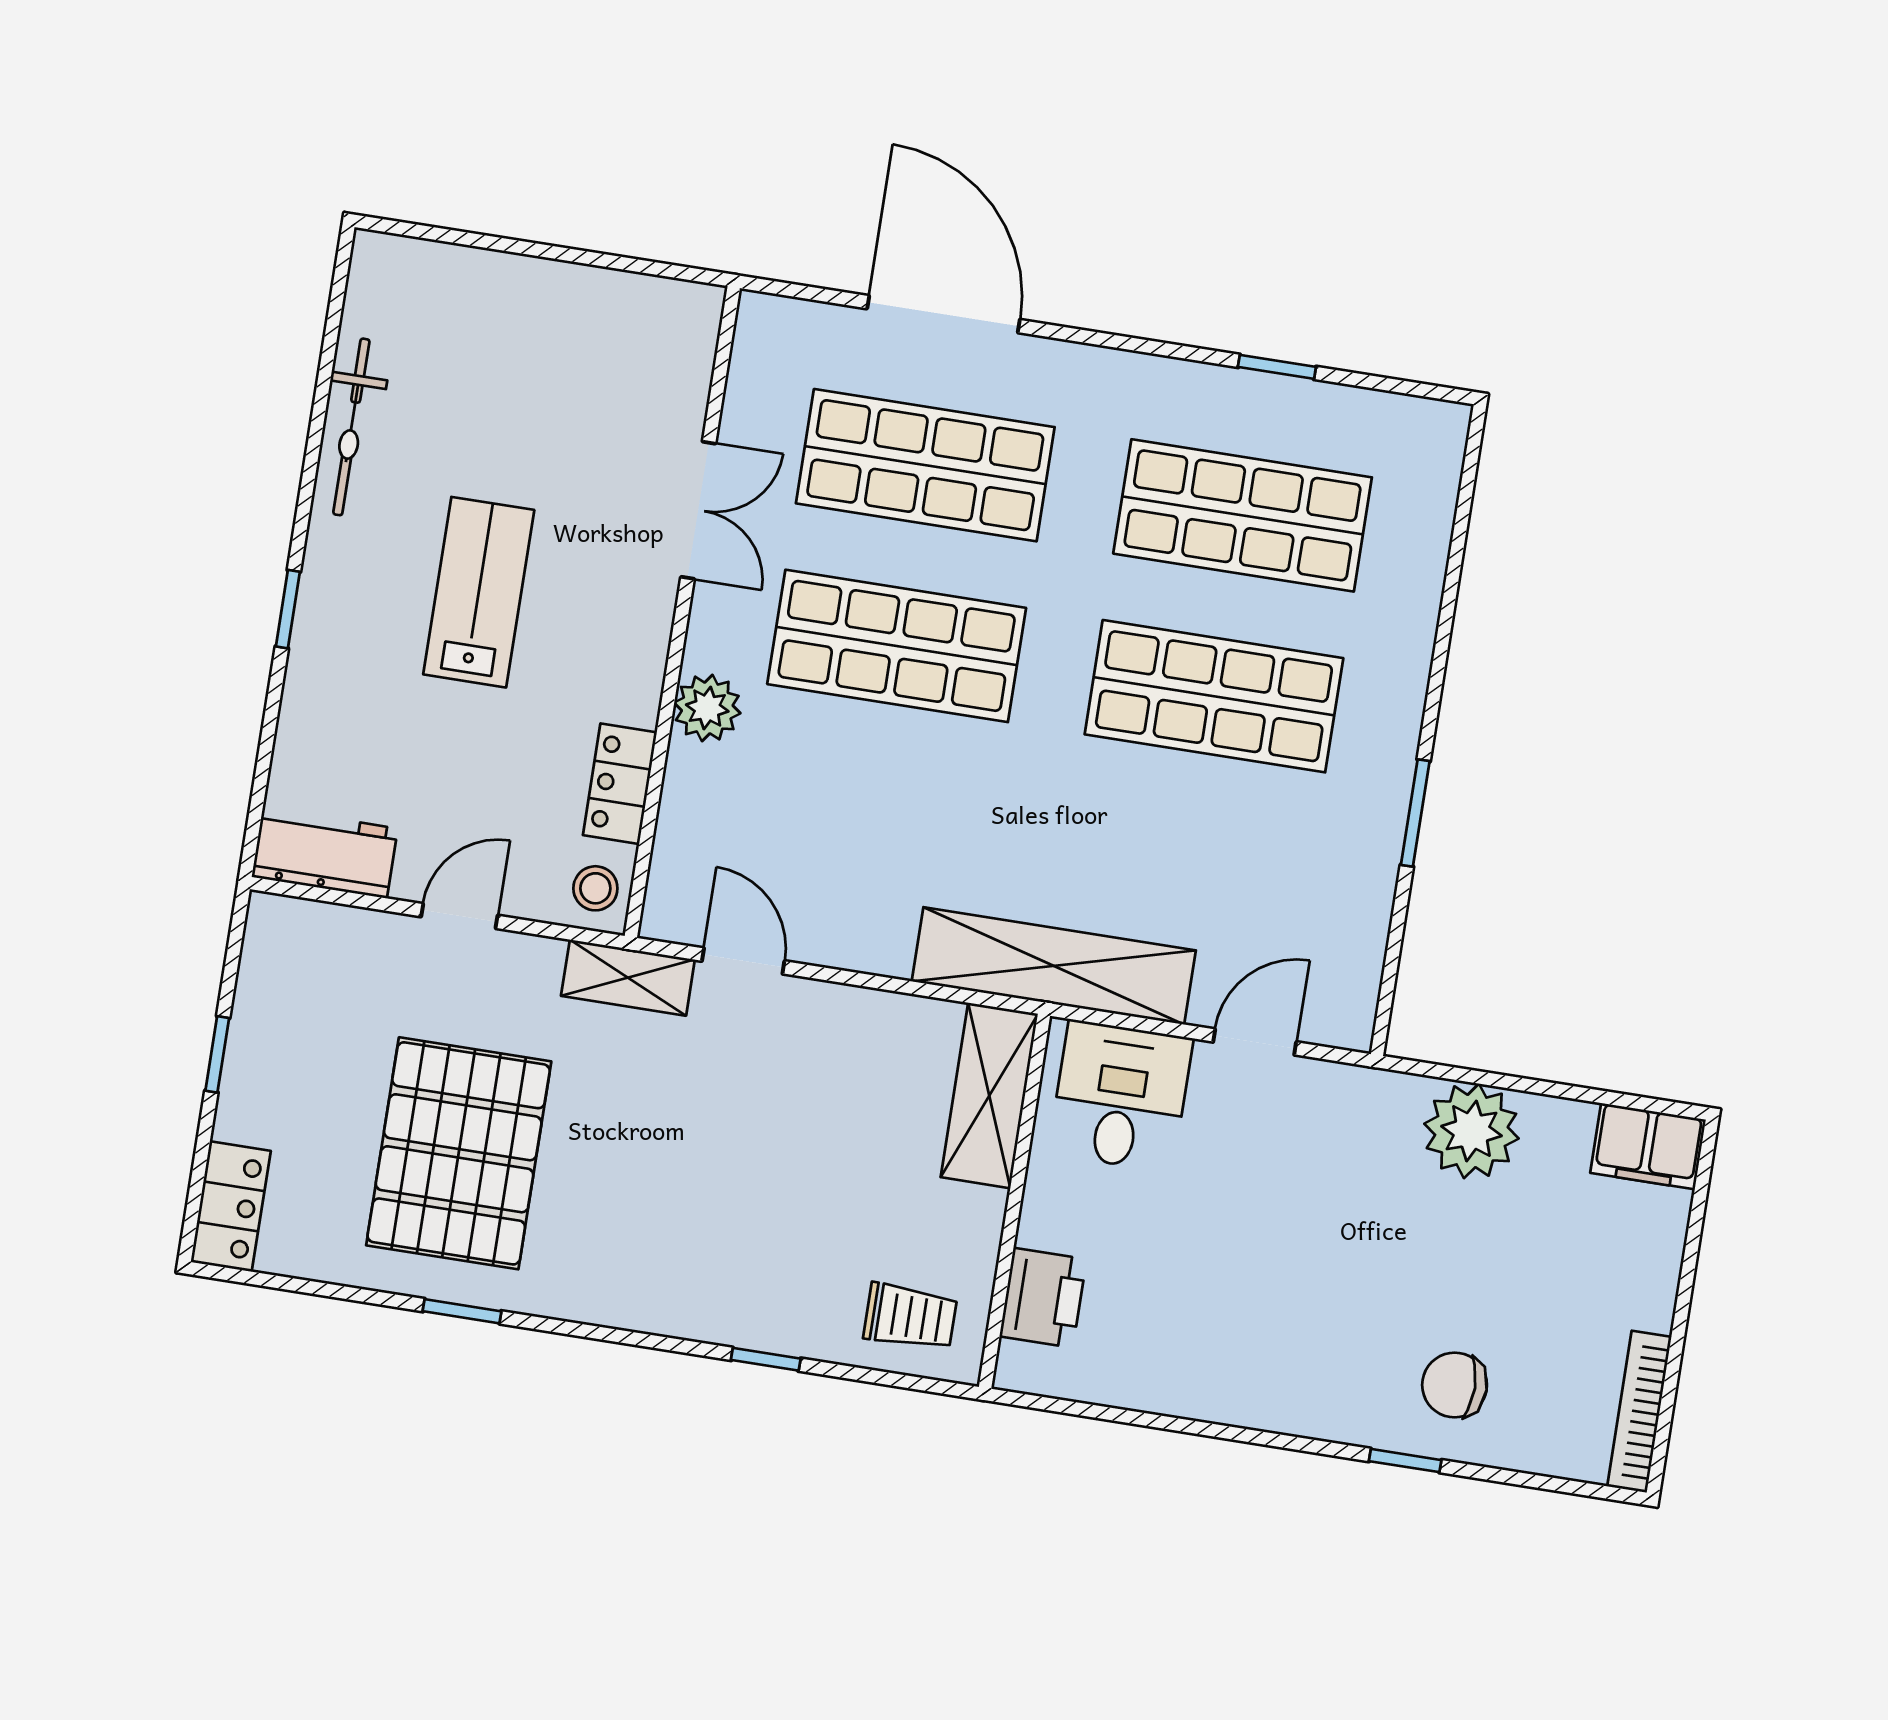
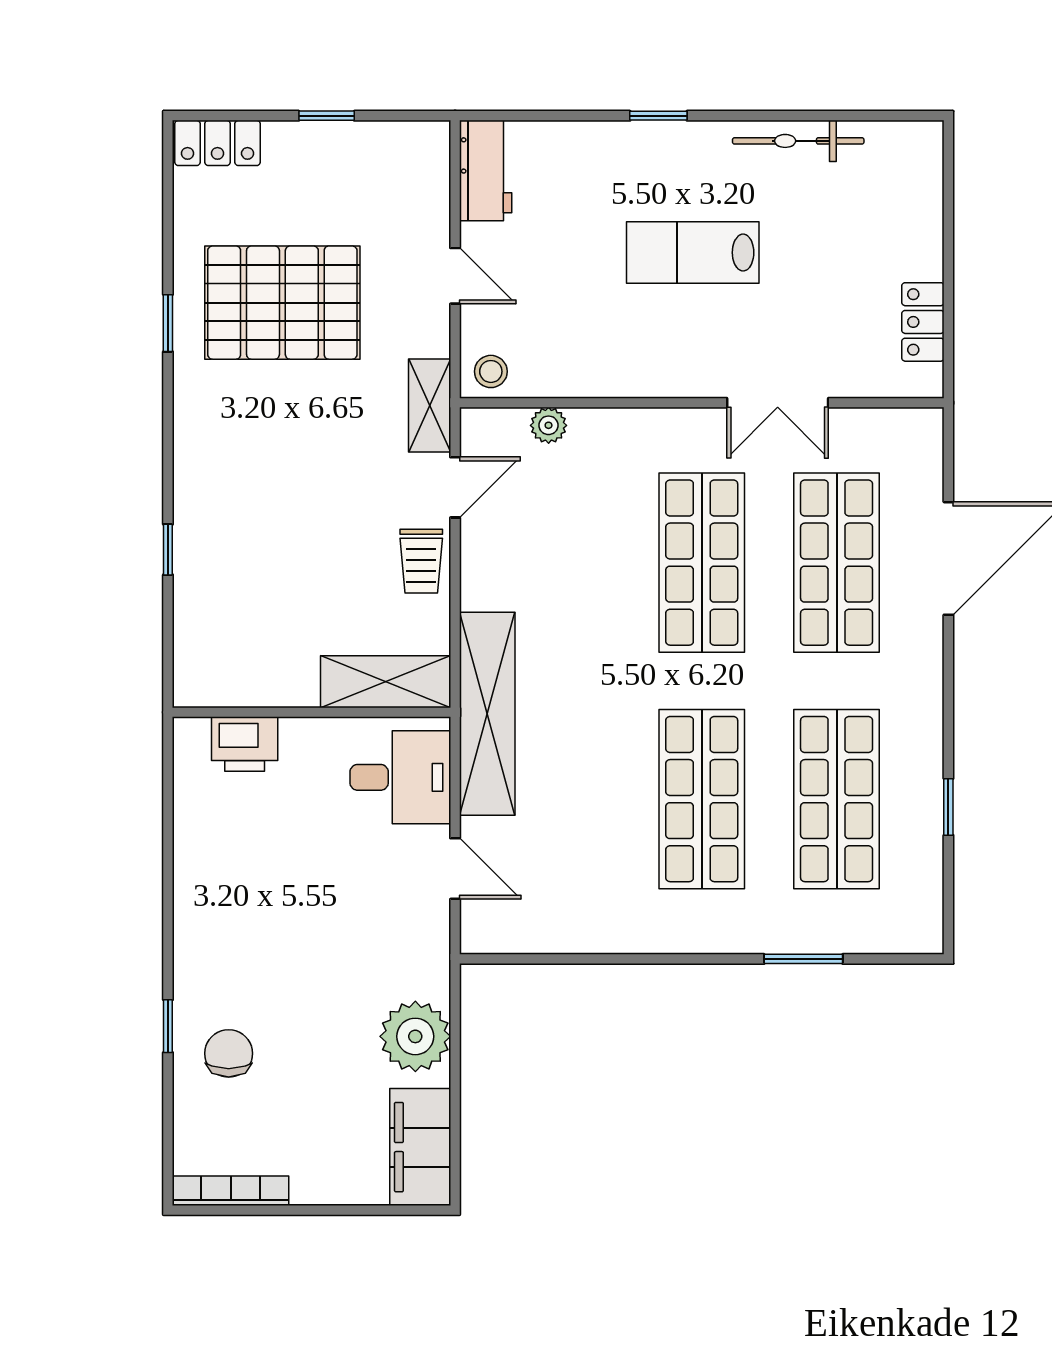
lab bench: (479, 592) -> (693, 253), turned 180
plant: (707, 708) -> (549, 425), moved, width x0.73, depth x0.73
locker: (620, 784) -> (923, 322), moved, turned -90
window: (1415, 813) -> (803, 959), moved
filing cabinet: (1648, 1146) -> (420, 1147), width x1.50, depth x1.17
trolley: (910, 1317) -> (421, 561), moved

